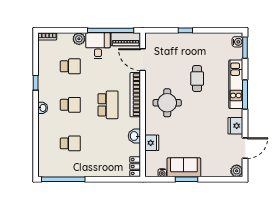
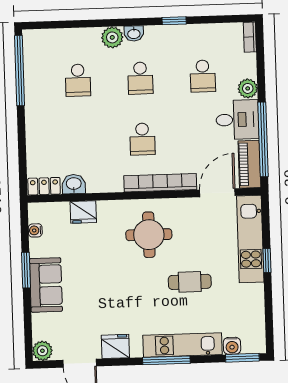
kitchen unit: (172, 40) -> (250, 239), added
water cooler: (237, 42) -> (232, 346), moved
school desk: (108, 105) -> (142, 139), width x0.54
plant: (45, 121) -> (112, 37), added
washbasin: (134, 136) -> (74, 184), moved
sofa: (184, 167) -> (46, 285), moved

